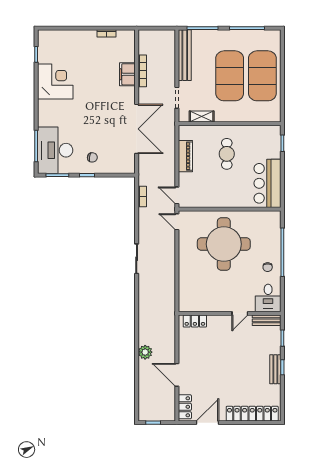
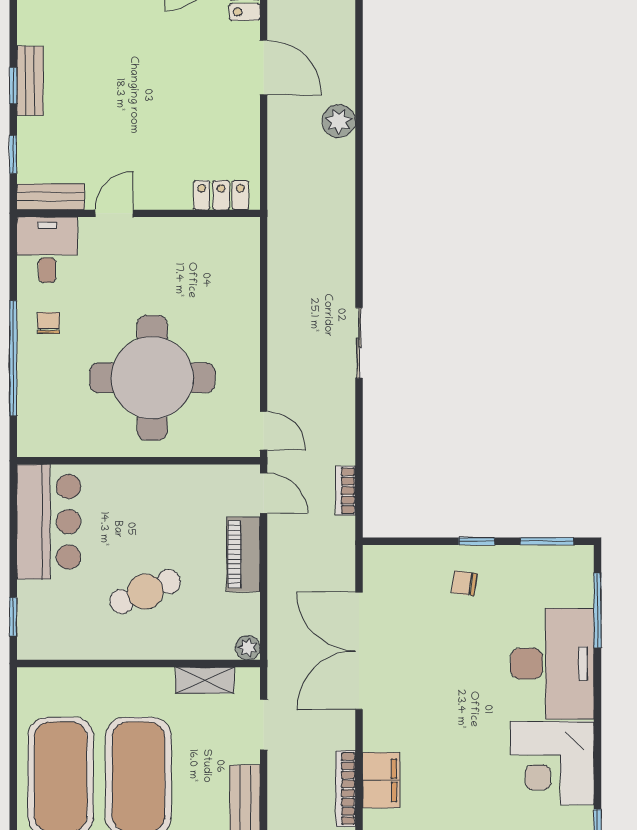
plant: (184, 130) -> (248, 648), added
desk: (55, 150) -> (552, 664), moved
cafe table: (227, 154) -> (145, 592), turned 67
piano: (185, 156) -> (243, 554), moved

